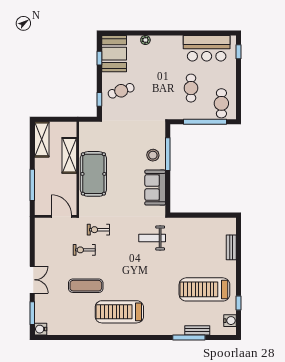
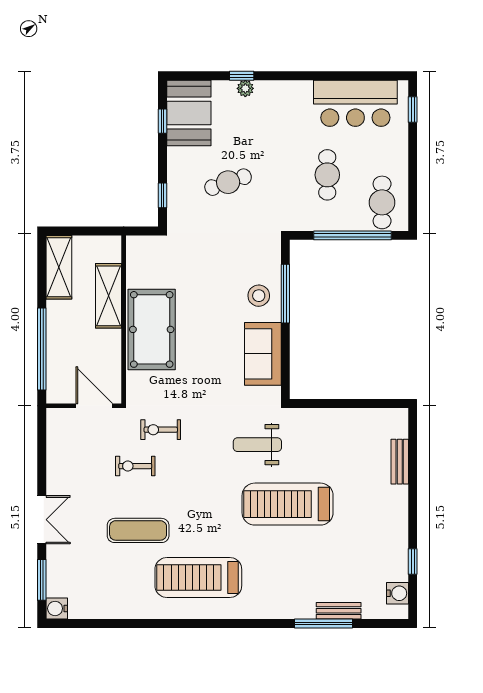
window: (143, 33) -> (242, 76), added
cafe table: (121, 91) -> (228, 182), moved
window: (32, 185) -> (42, 349), width x1.46
treadmill: (204, 289) -> (288, 504), moved

